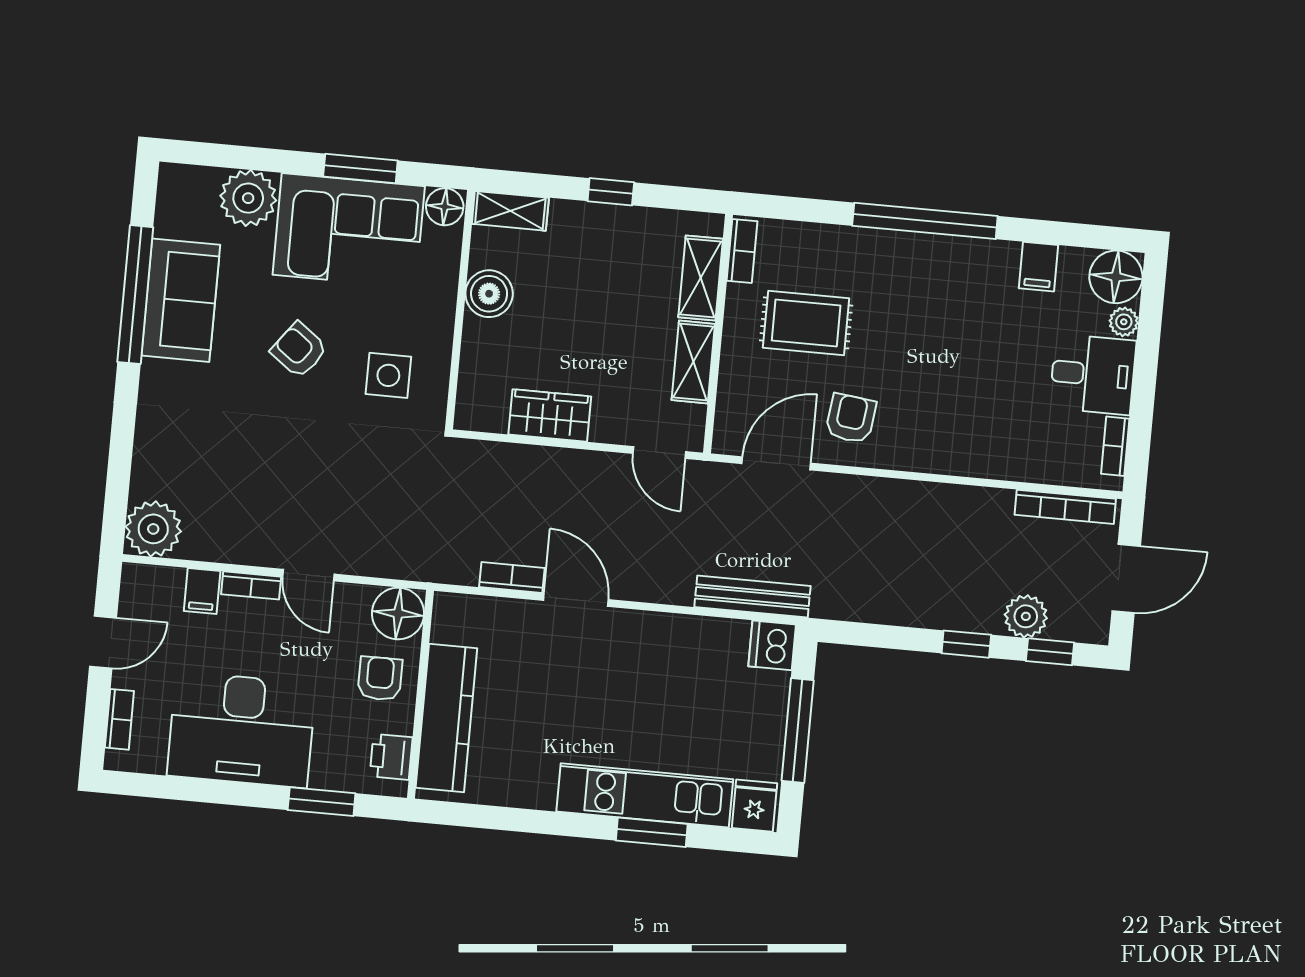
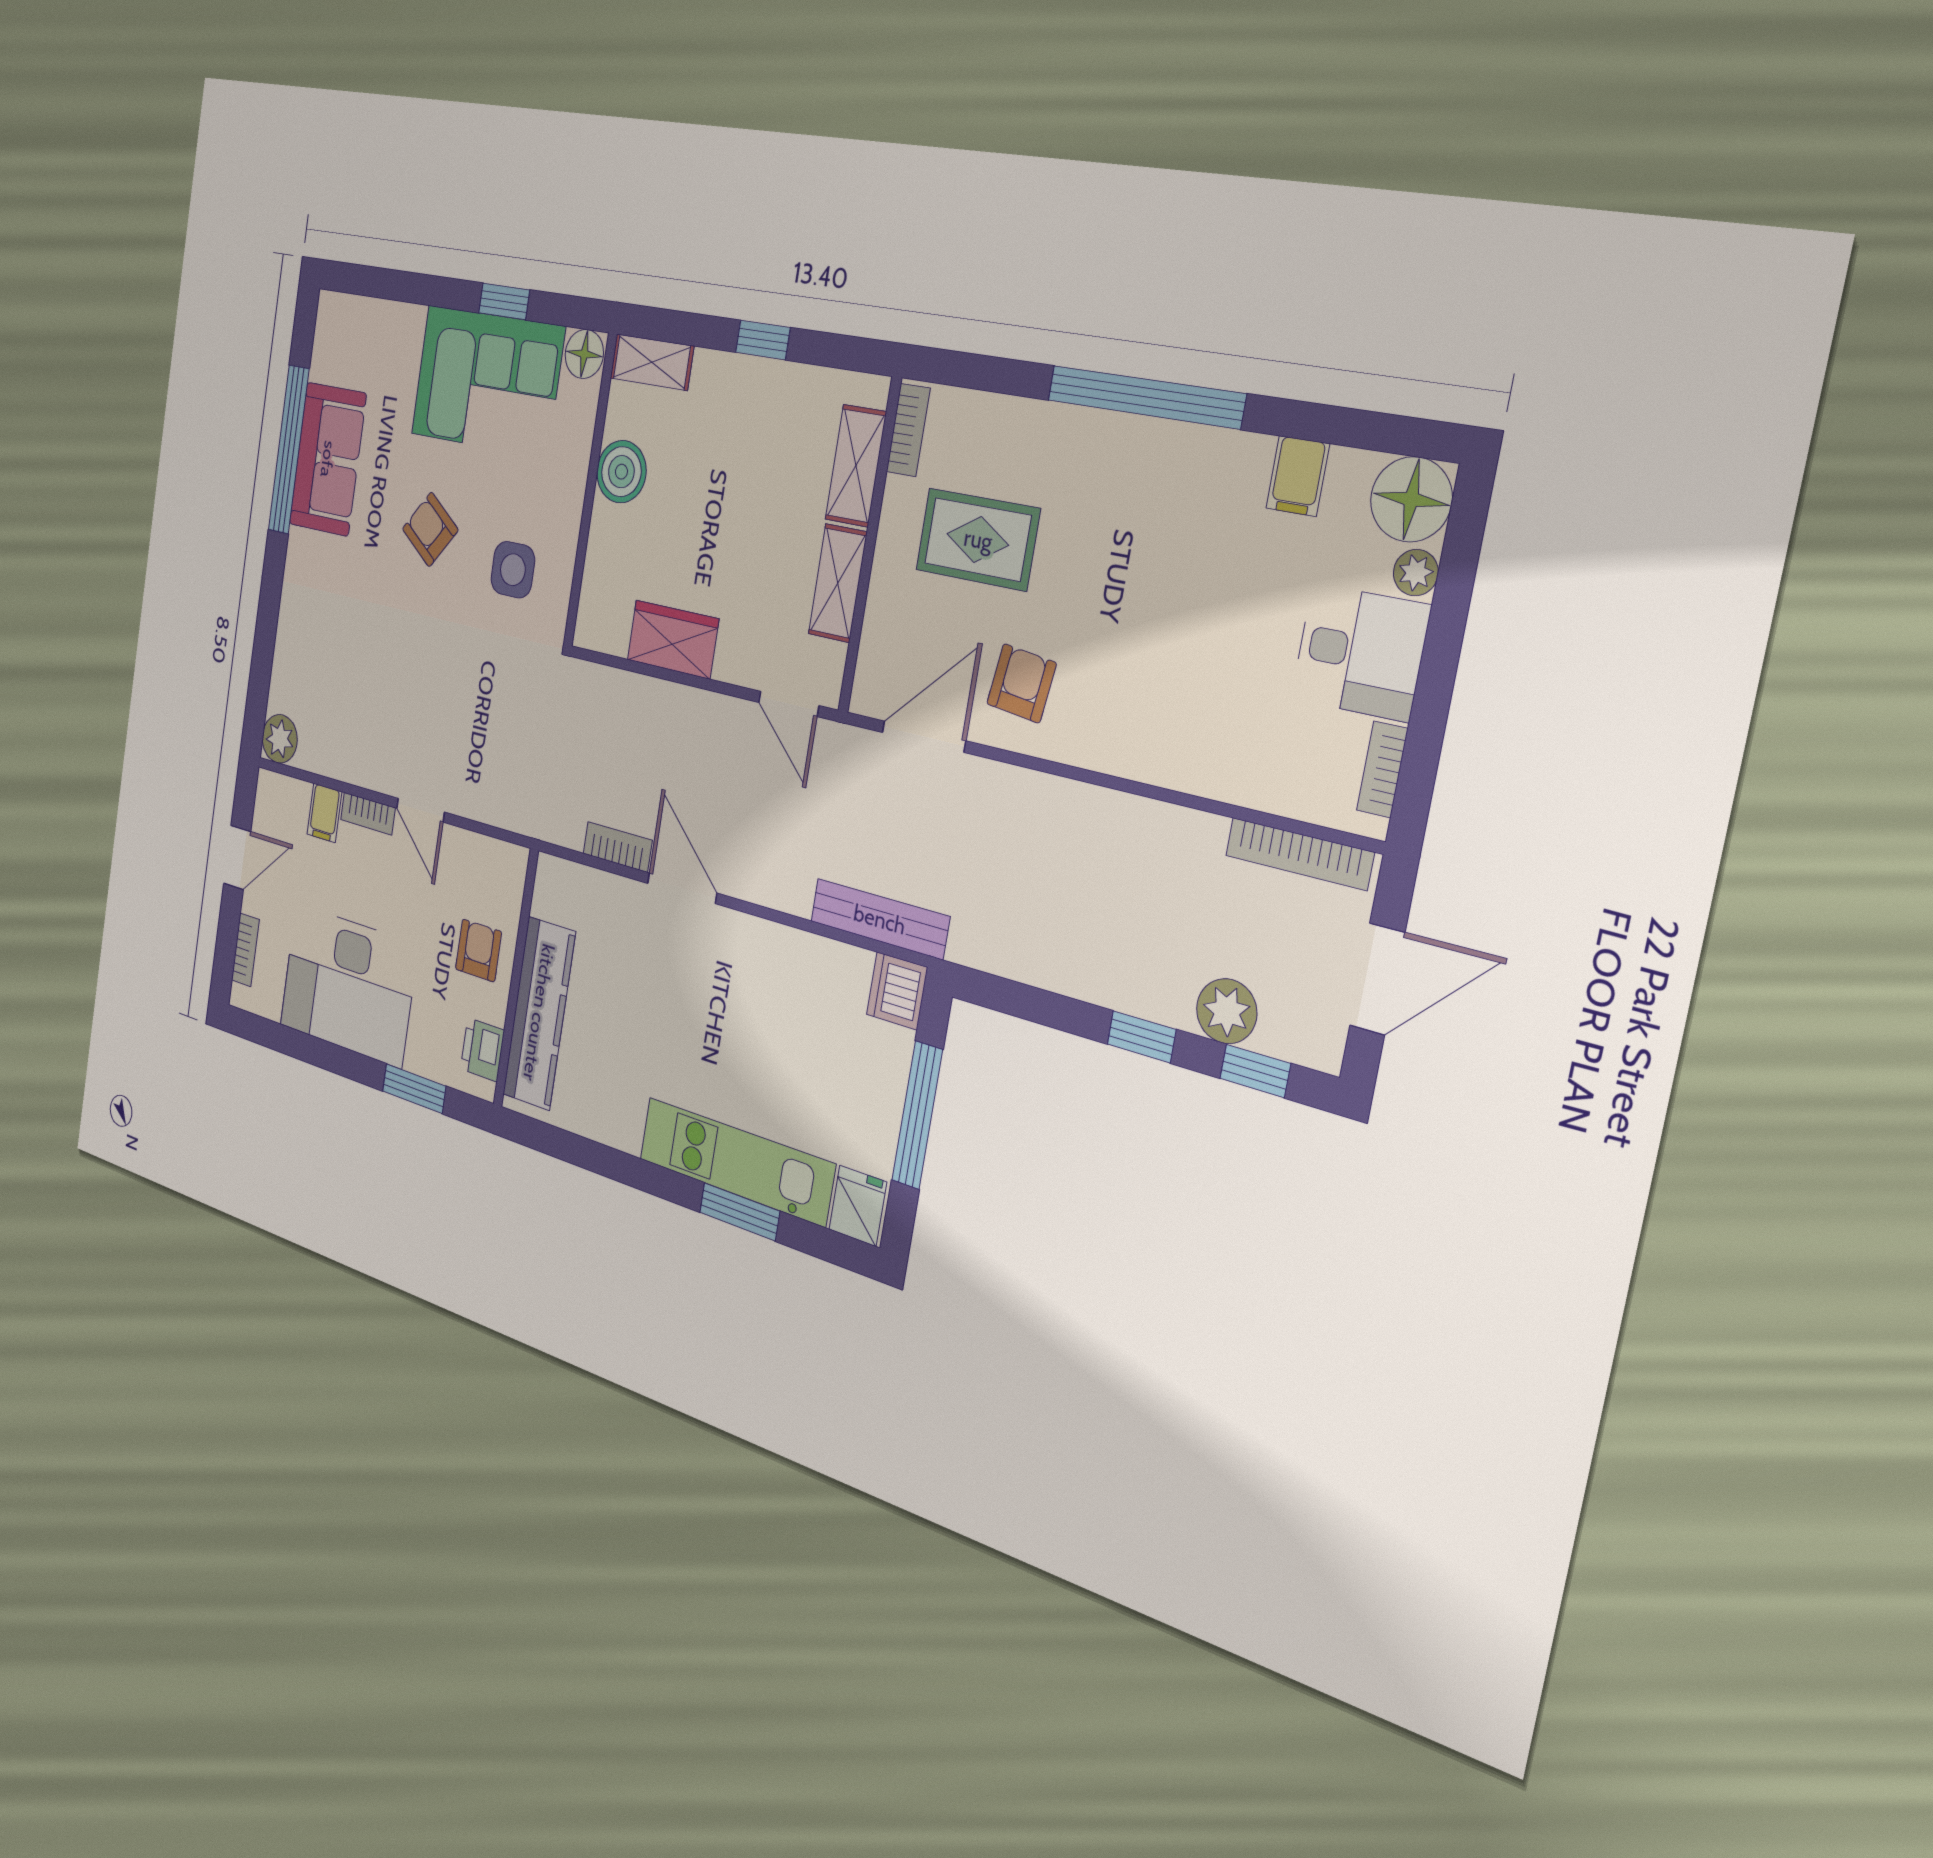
window: (360, 169) -> (504, 301), width x0.67
plant: (248, 198) -> (396, 336), removed
plant: (153, 529) -> (280, 739), width x0.73, depth x0.73
floor lamp: (398, 613) -> (501, 873), removed

